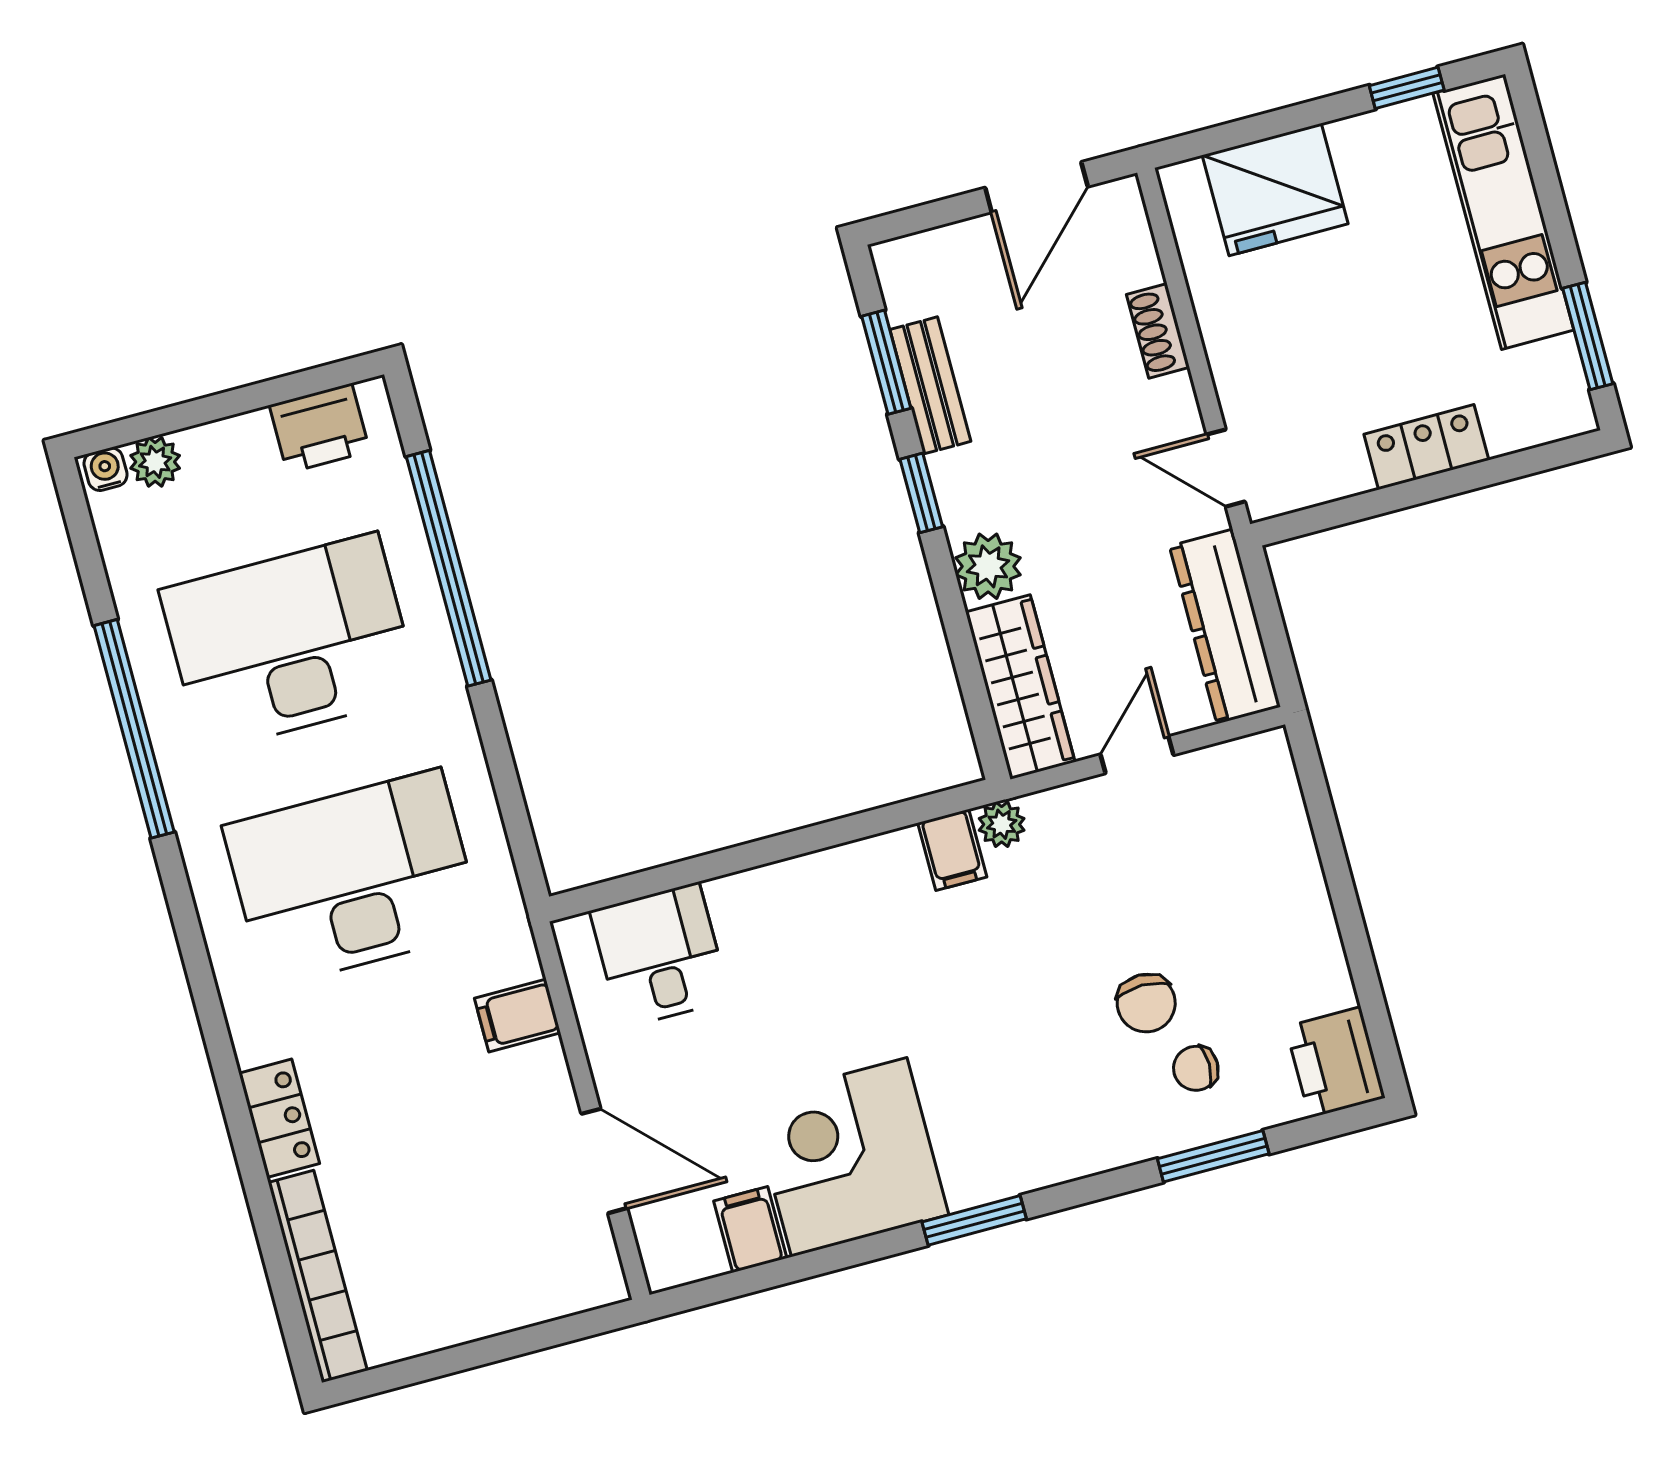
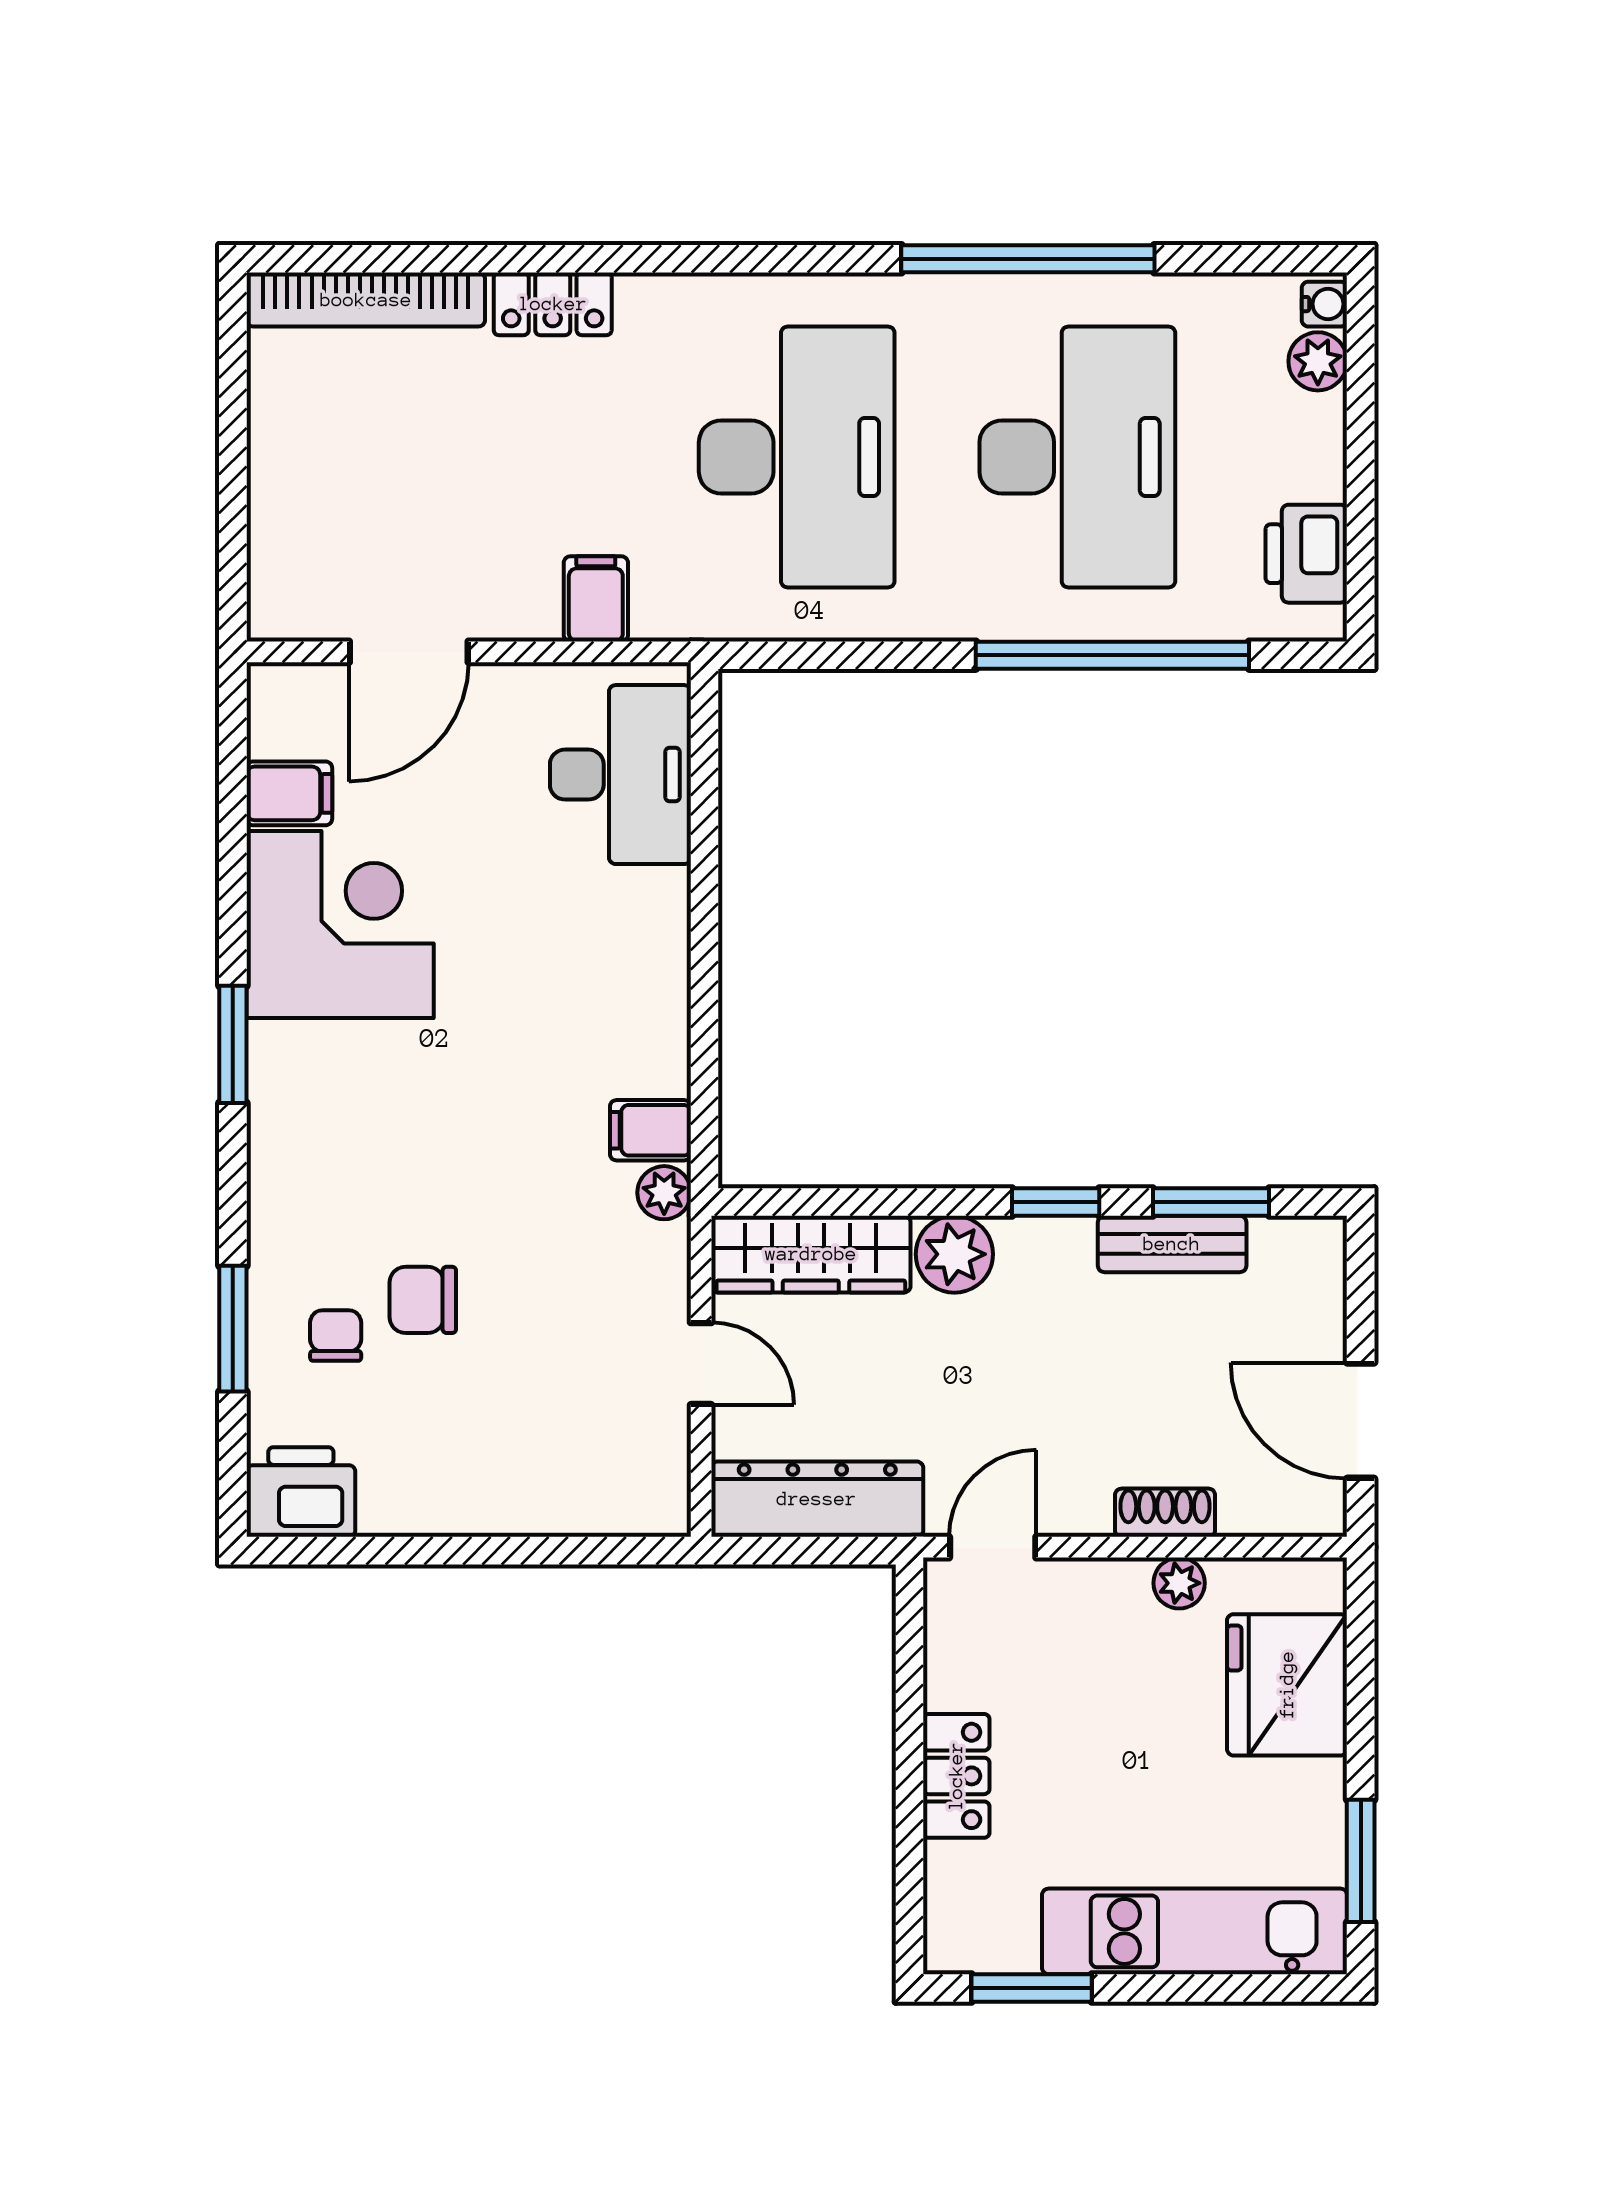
window: (1407, 88) -> (1361, 1861), width x1.50
plant: (1214, 303) -> (1179, 1583), added
desk: (660, 955) -> (620, 775), width x1.37

